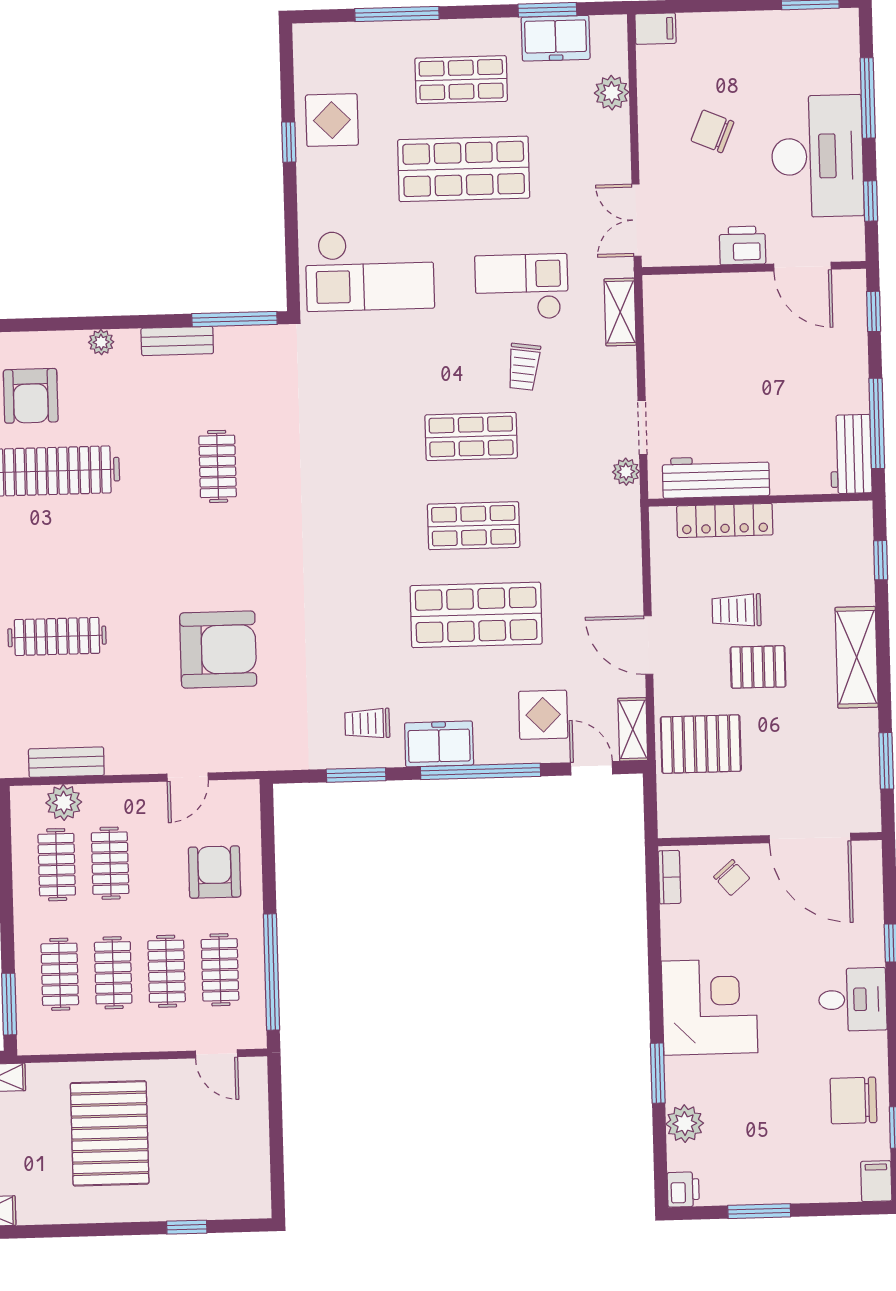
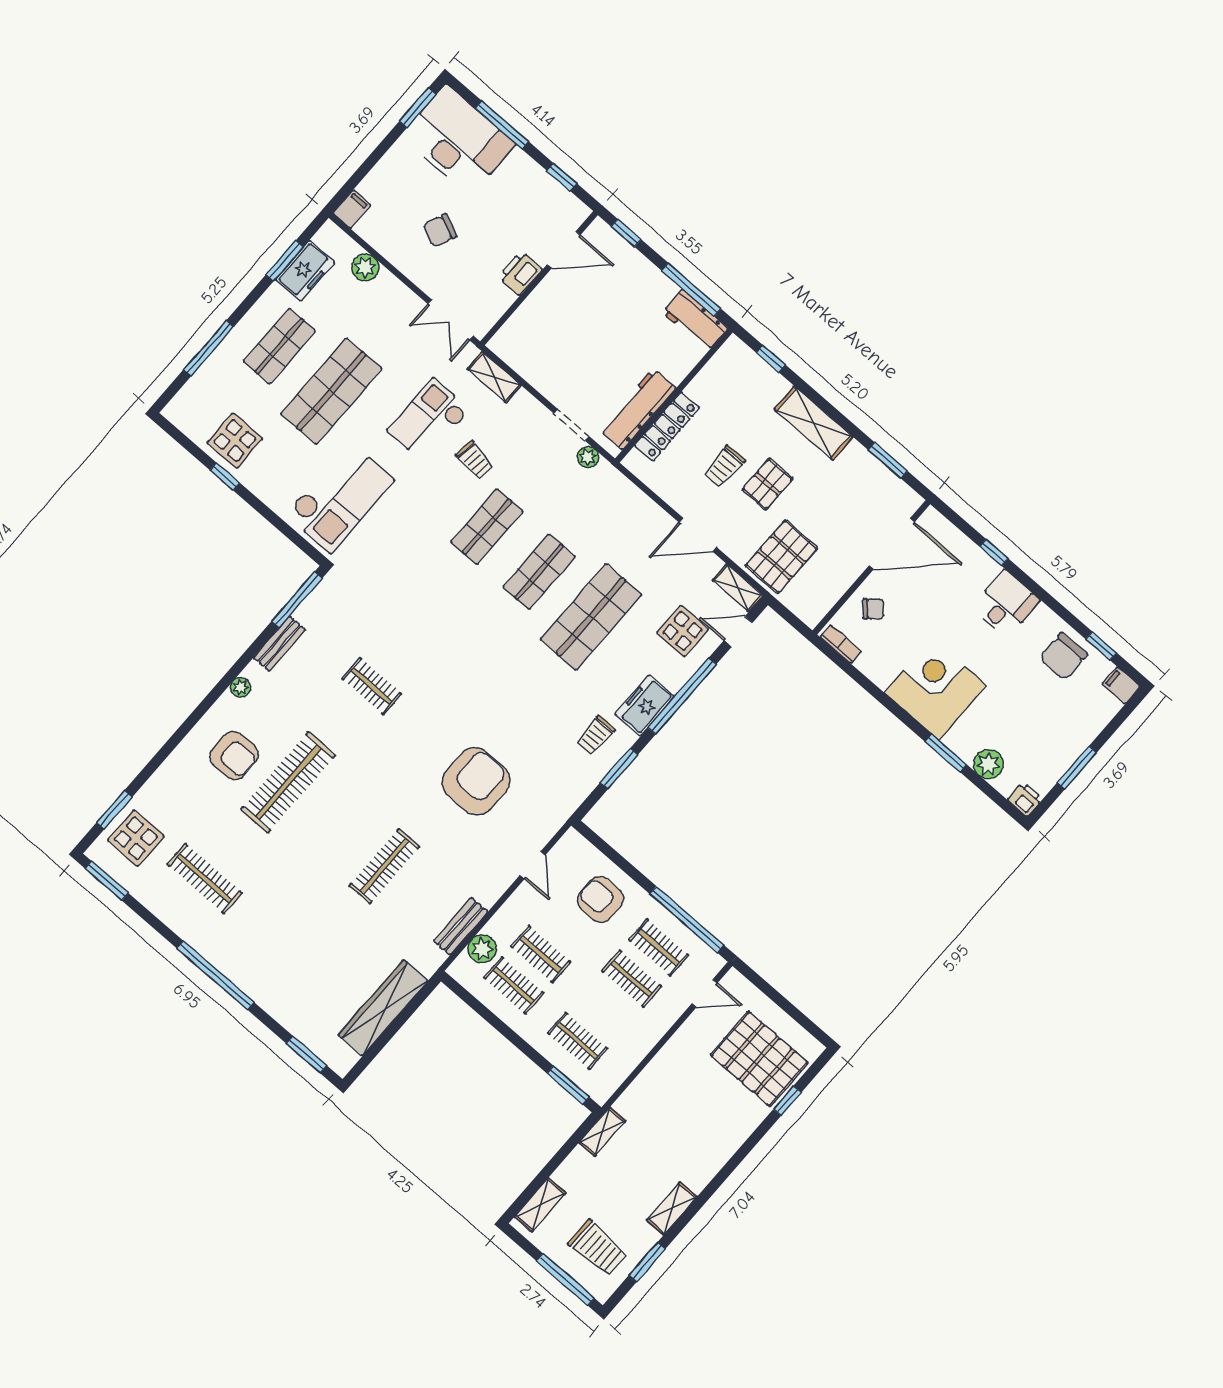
desk: (817, 156) -> (458, 140), moved
clothes rail: (113, 973) -> (605, 1010), removed
pallet: (110, 1133) -> (759, 1059), moved

